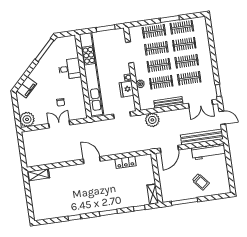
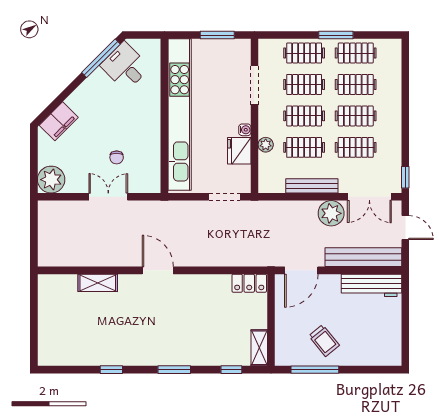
desk: (70, 69) -> (125, 66), moved, turned -135
plant: (152, 120) -> (331, 213), moved
locker: (125, 162) -> (249, 283), moved
shelving: (38, 175) -> (98, 283), moved
trolley: (201, 182) -> (324, 341), moved

